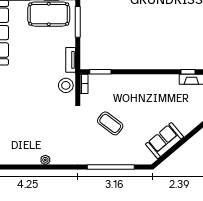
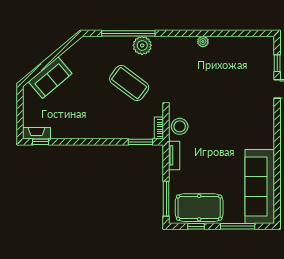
coffee table: (110, 123) -> (129, 83), width x1.36, depth x1.32
sofa: (165, 141) -> (50, 78), moved
plant: (99, 156) -> (142, 45), added

